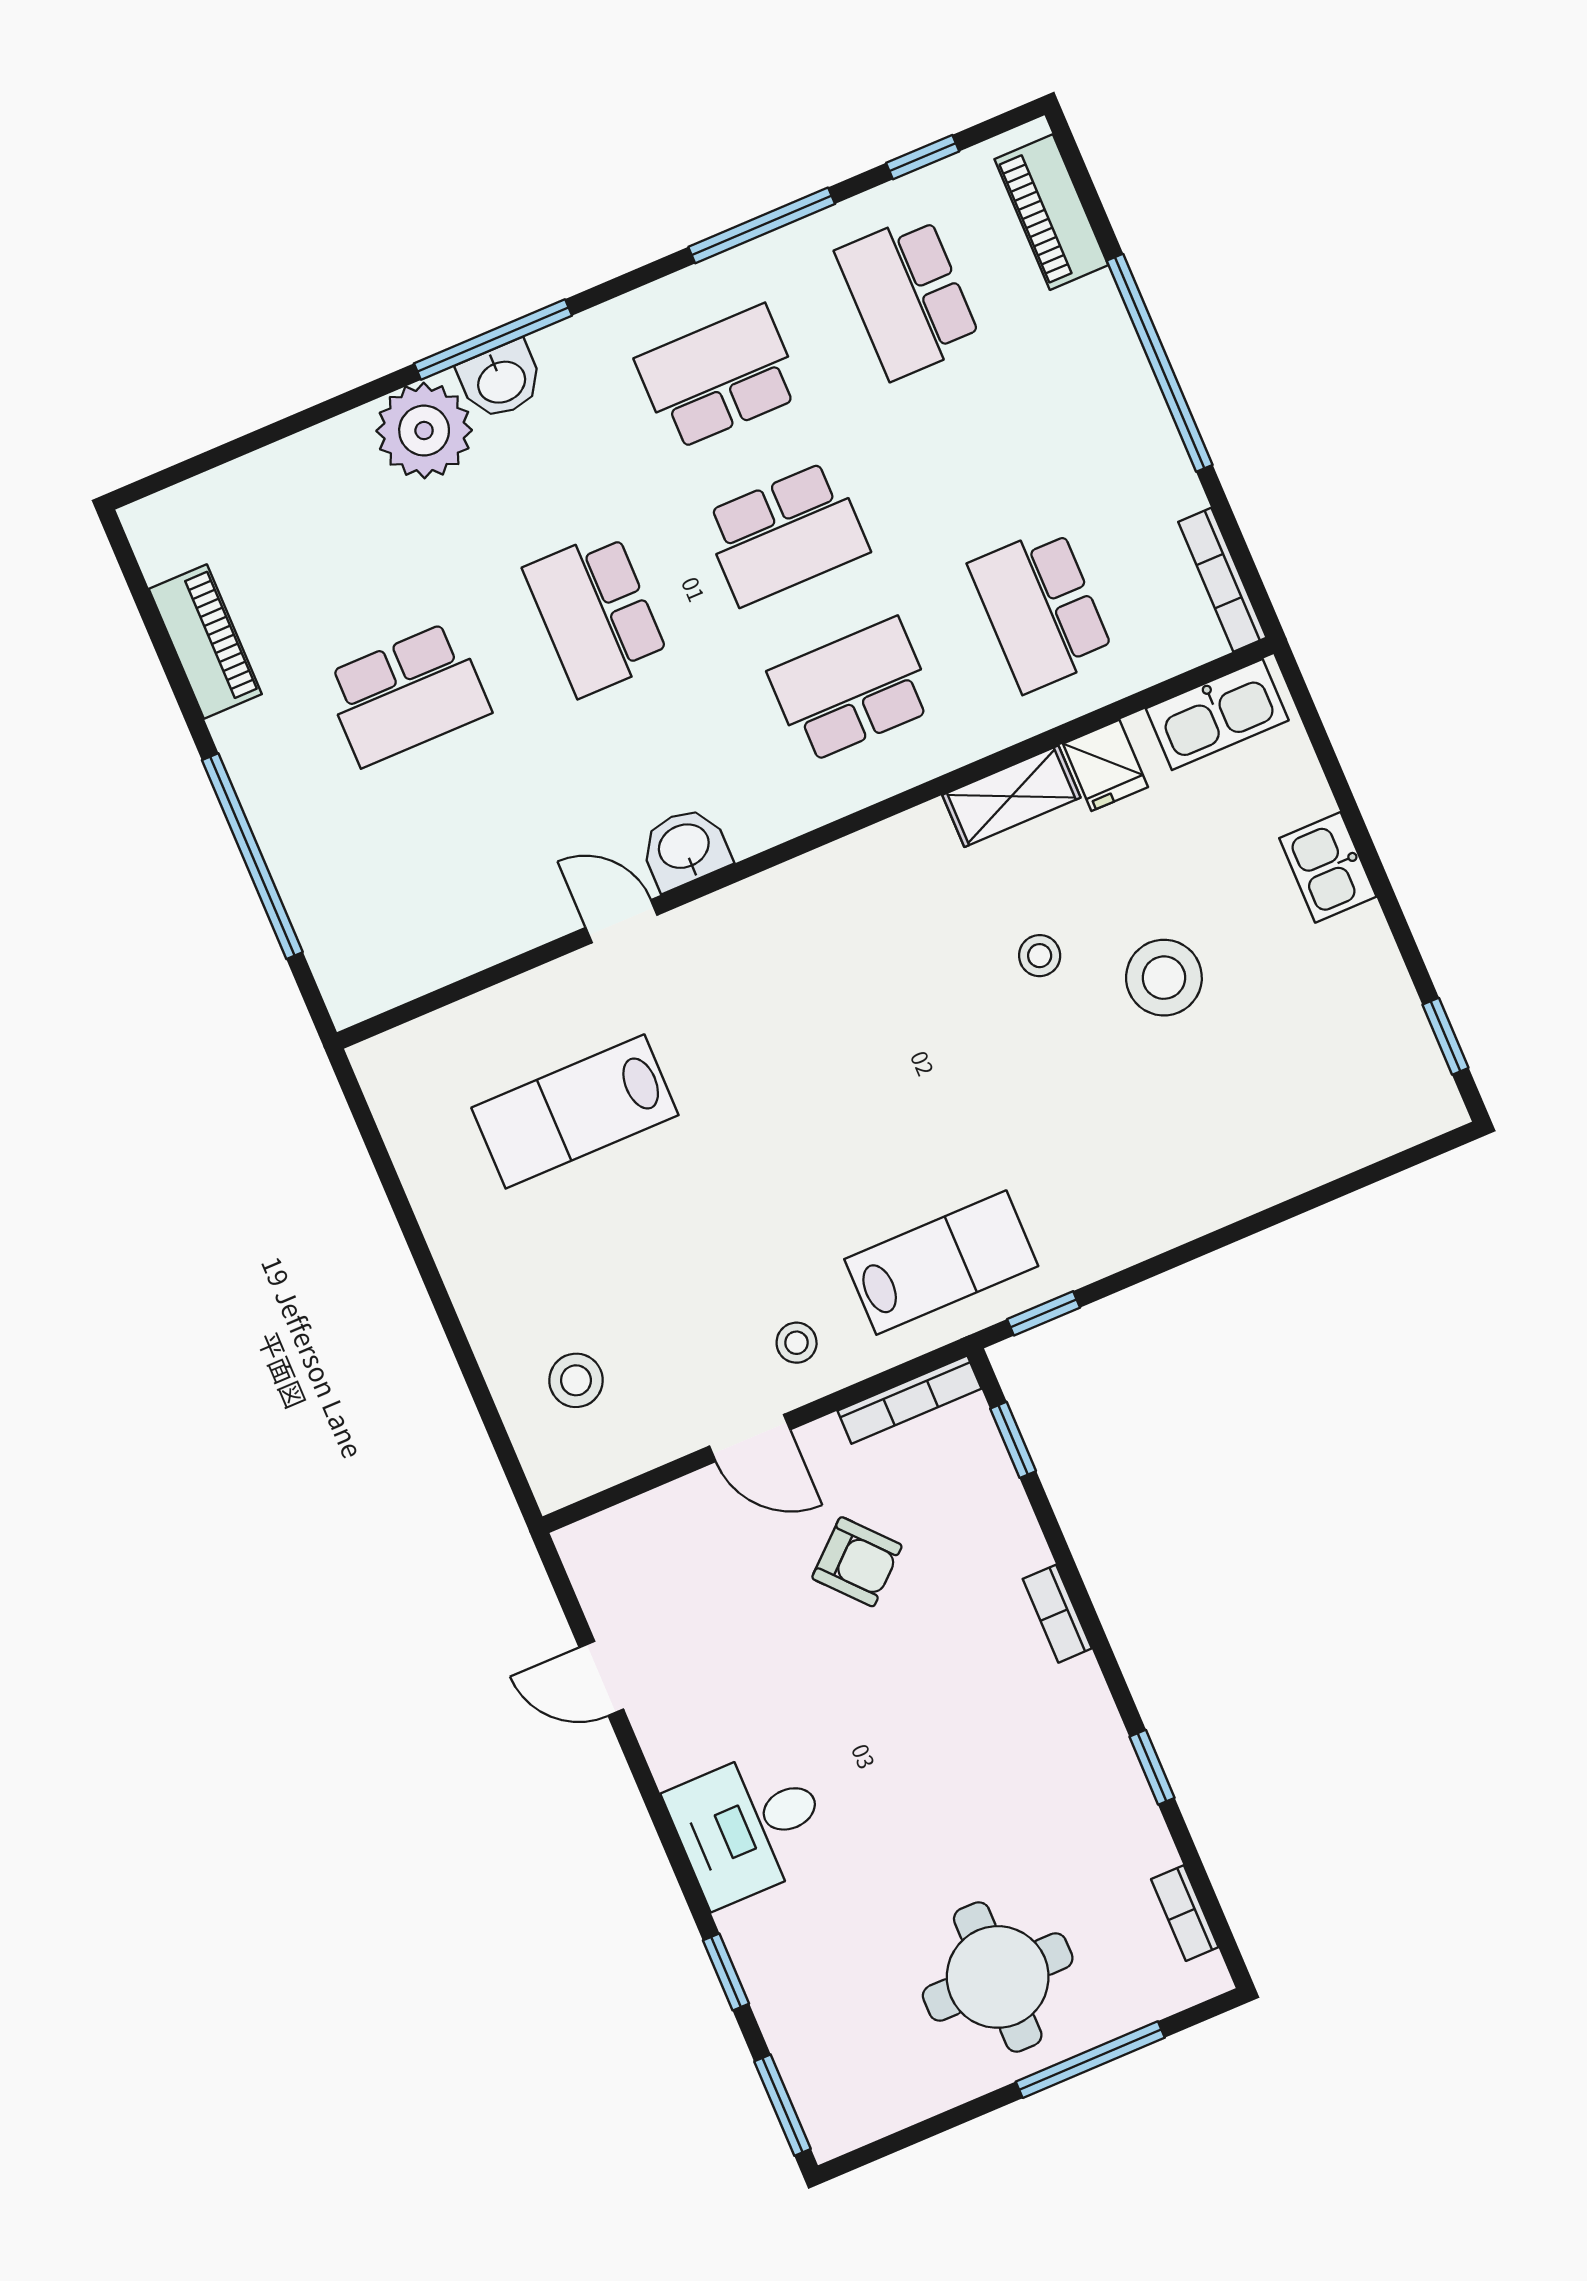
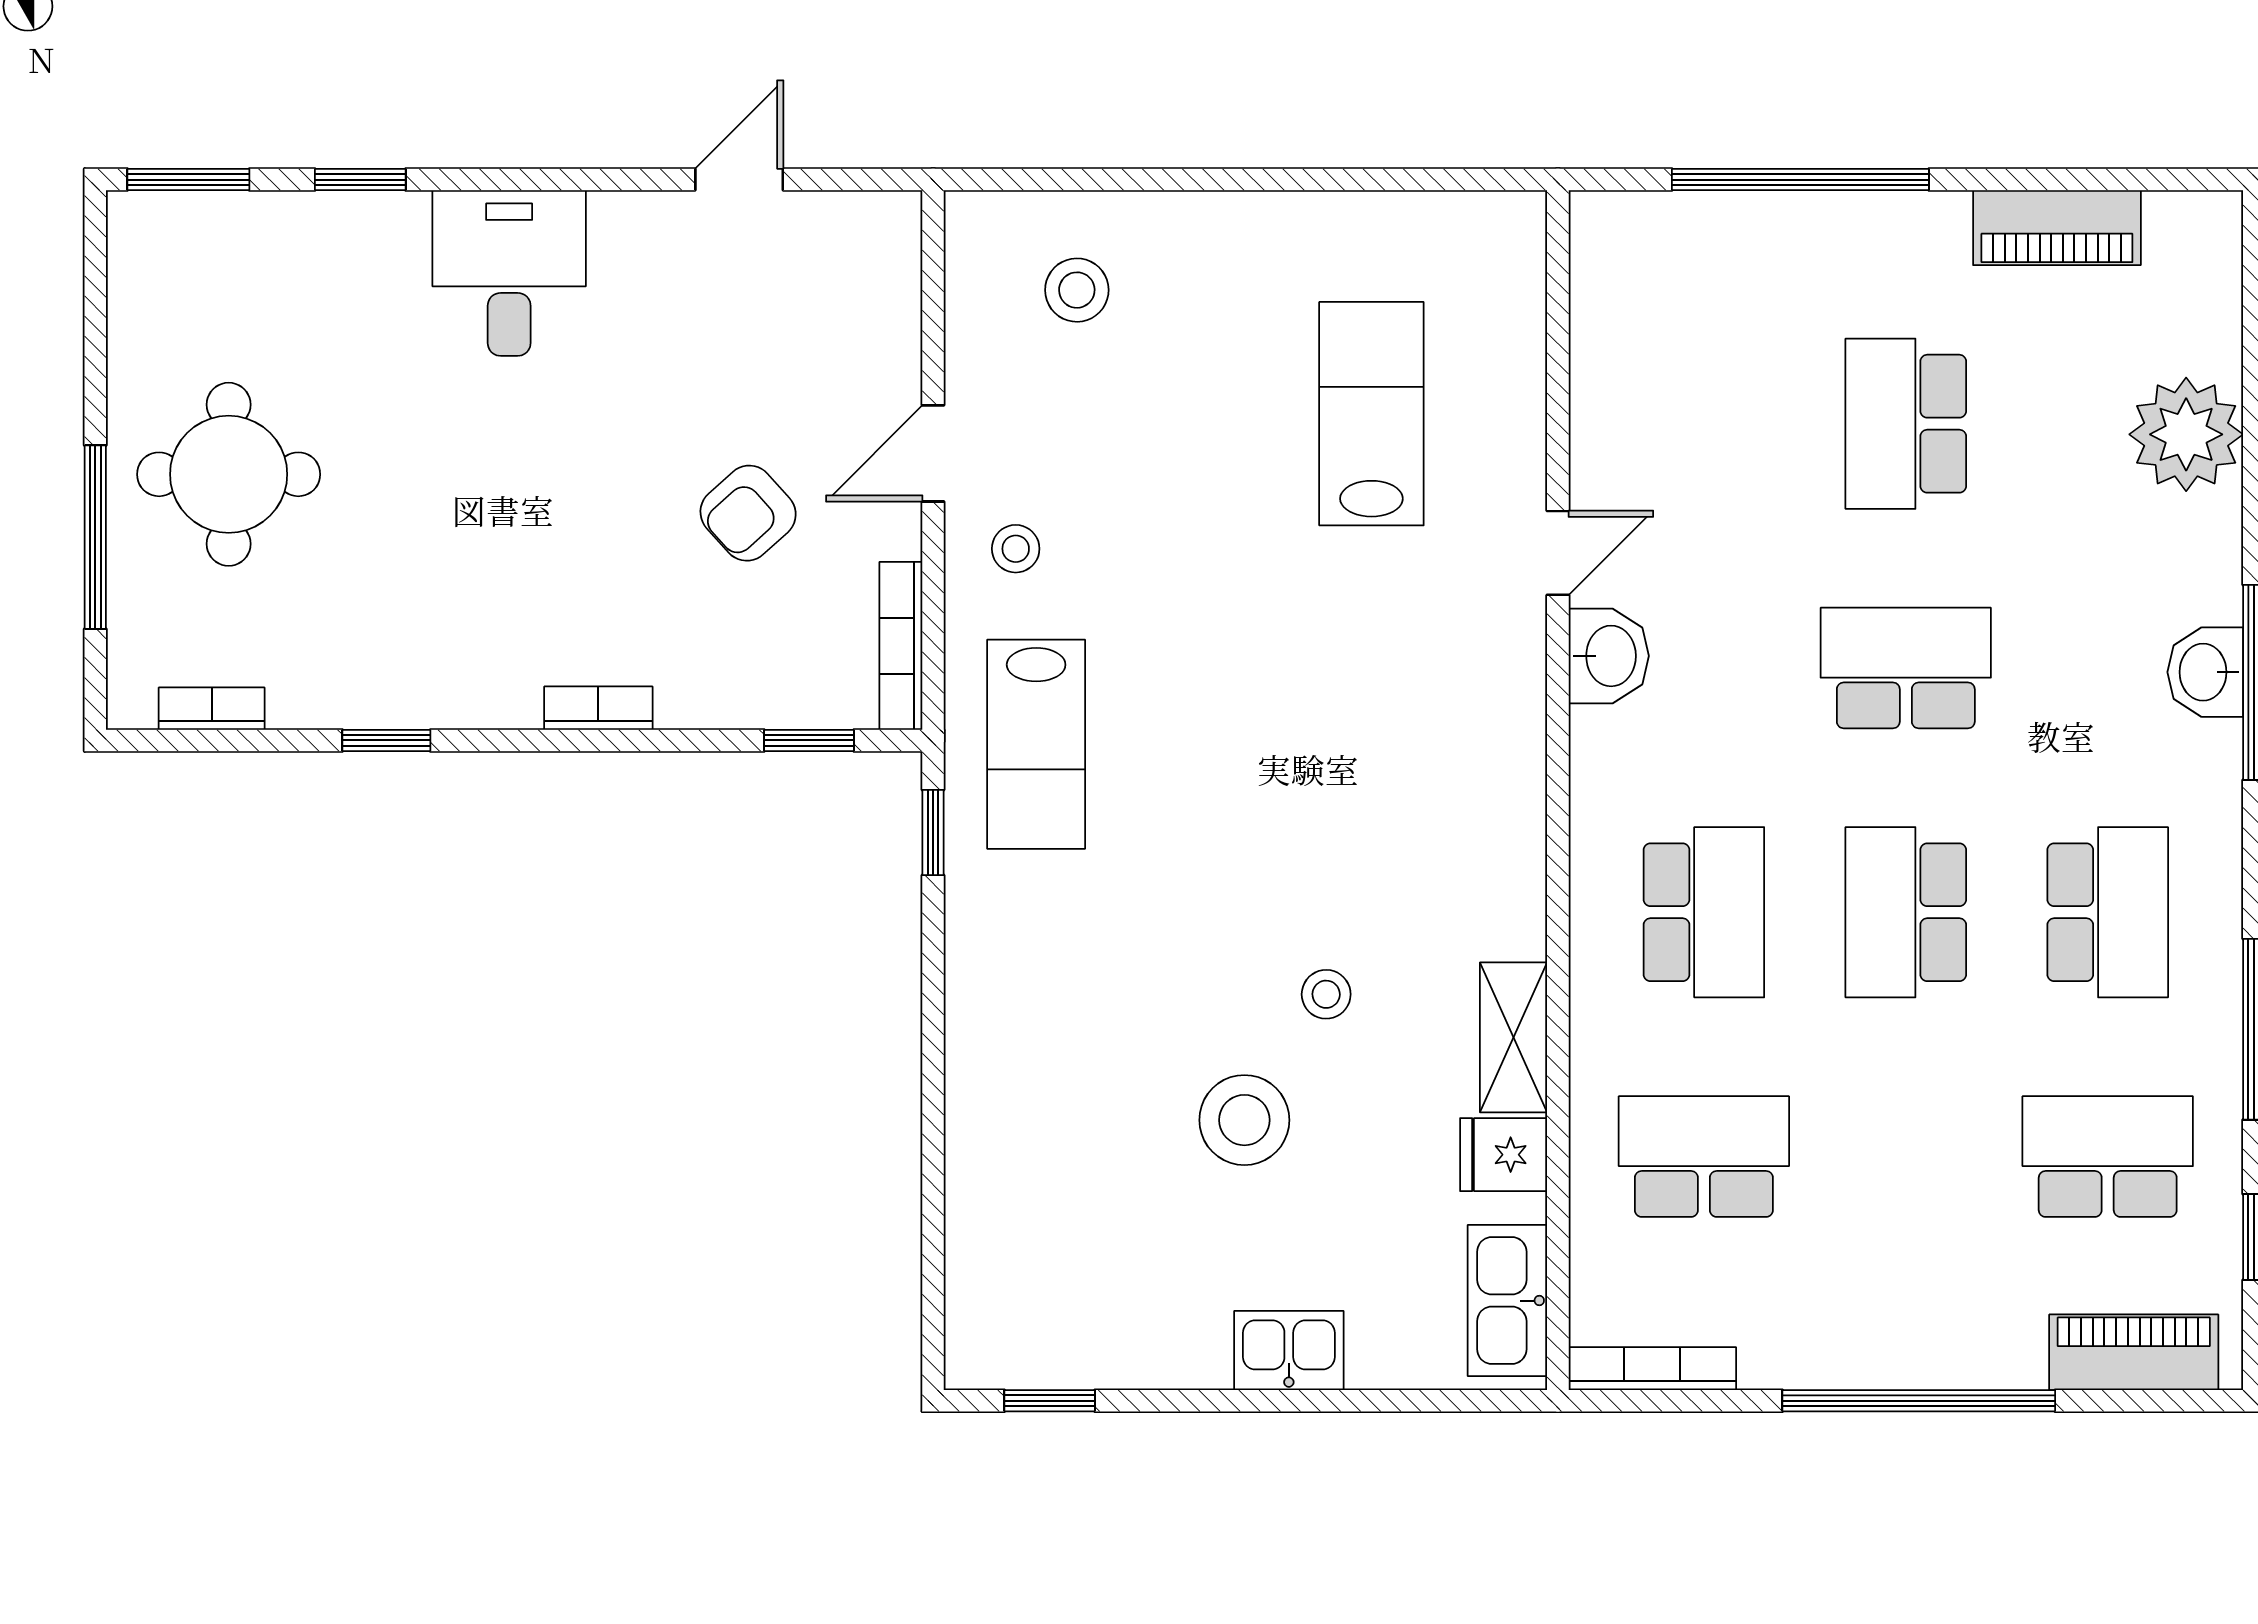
plant: (424, 431) -> (2186, 434), moved

